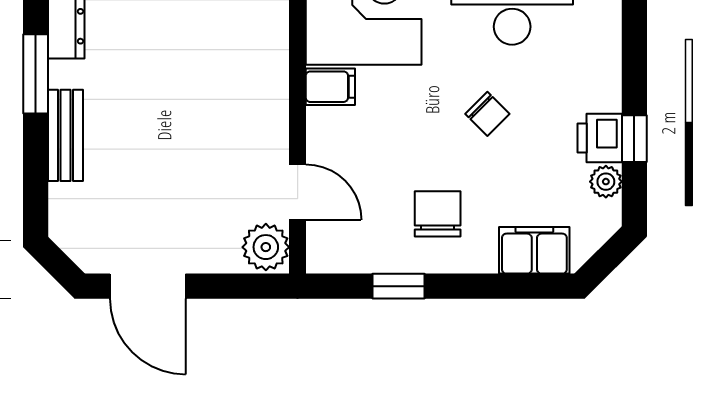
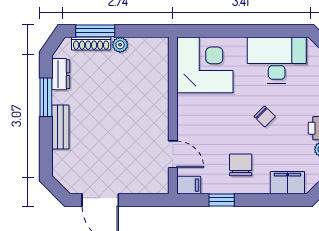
filing cabinet: (330, 87) -> (189, 185), moved
plant: (266, 247) -> (157, 181), removed

